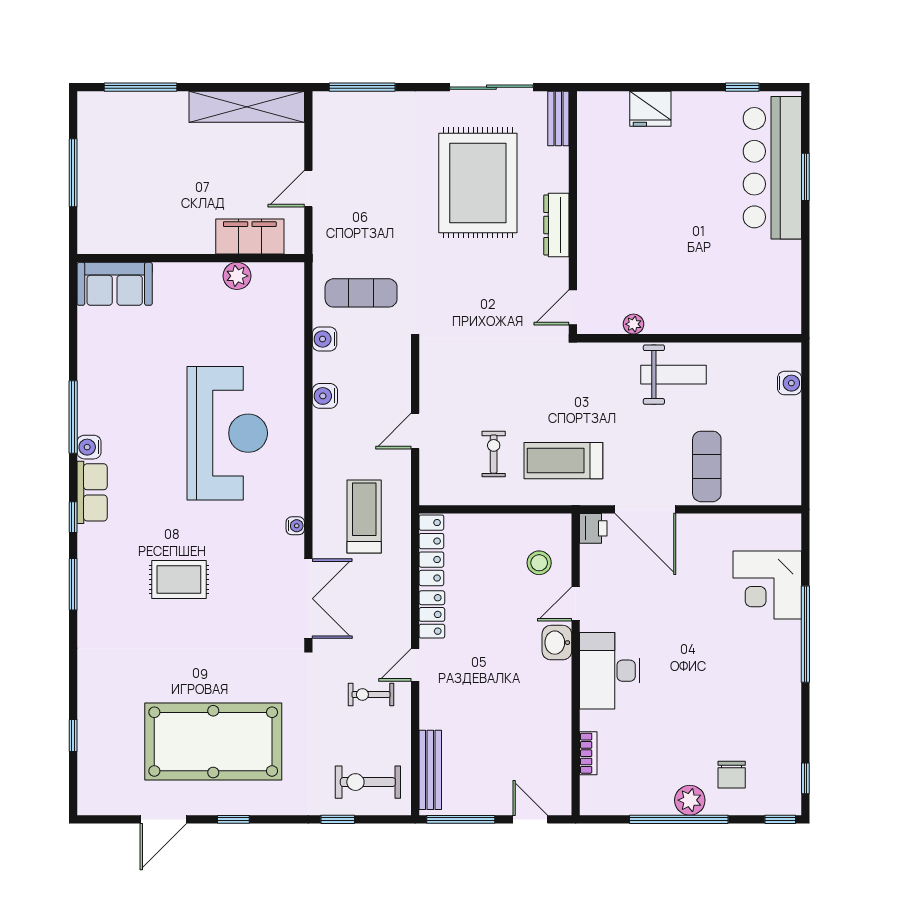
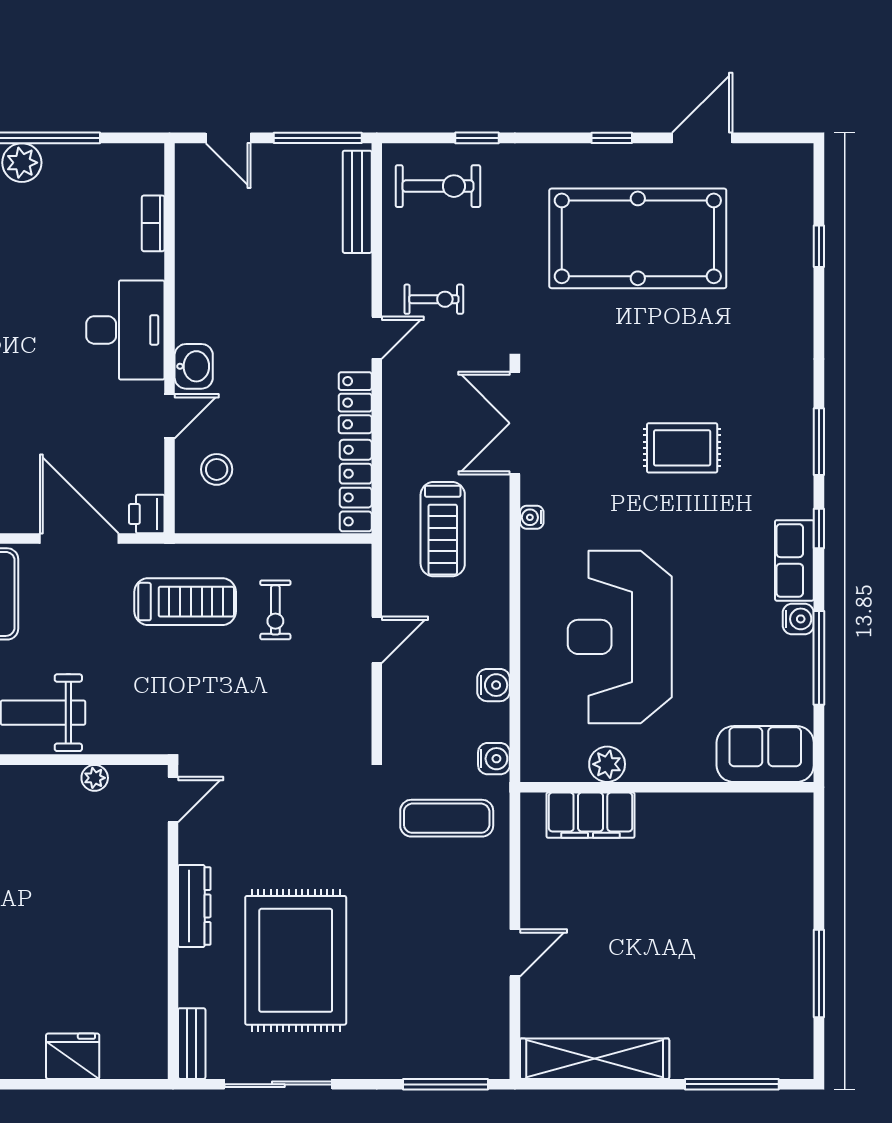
filing cabinet: (250, 236) -> (590, 815), moved
wall: (191, 258) -> (667, 787), moved
plant: (237, 276) -> (607, 764), moved
sofa: (115, 284) -> (765, 754), moved

